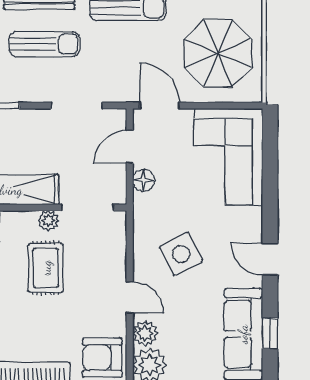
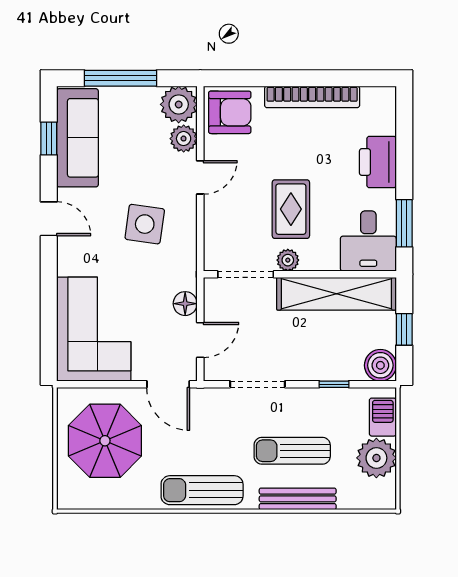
side table: (181, 254) -> (145, 224), turned 35
door: (130, 297) -> (200, 177), swing flipped

